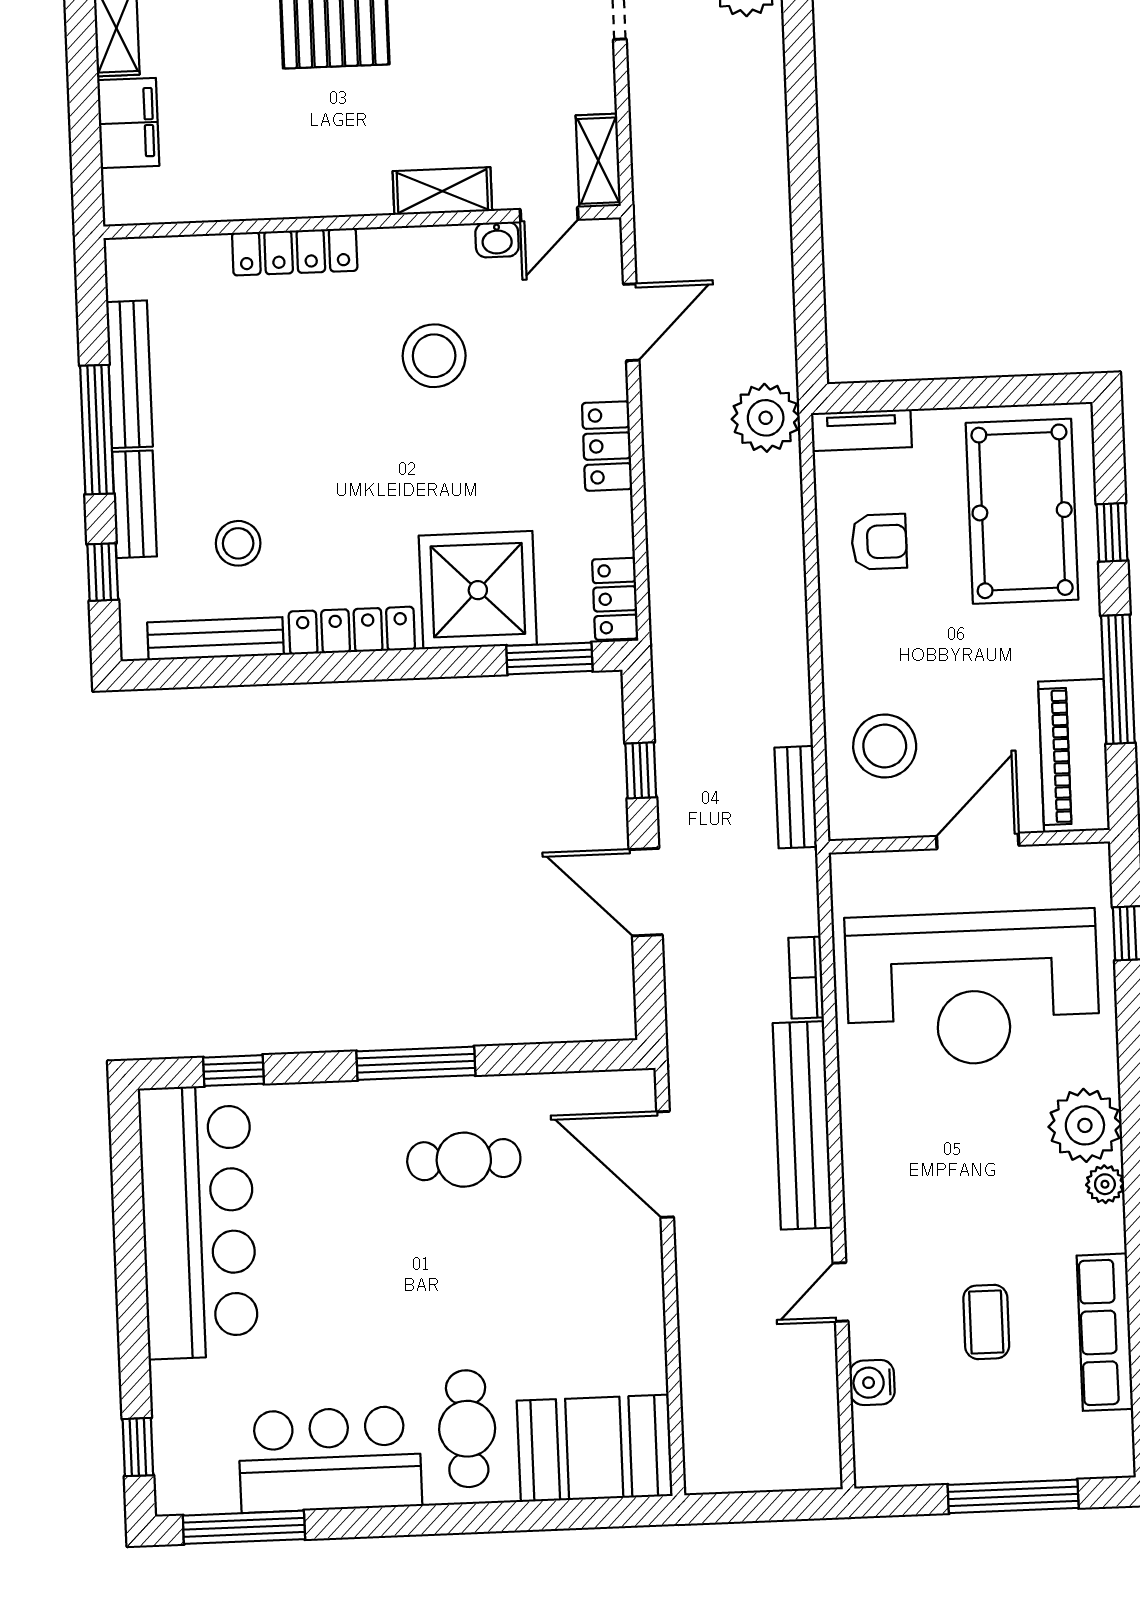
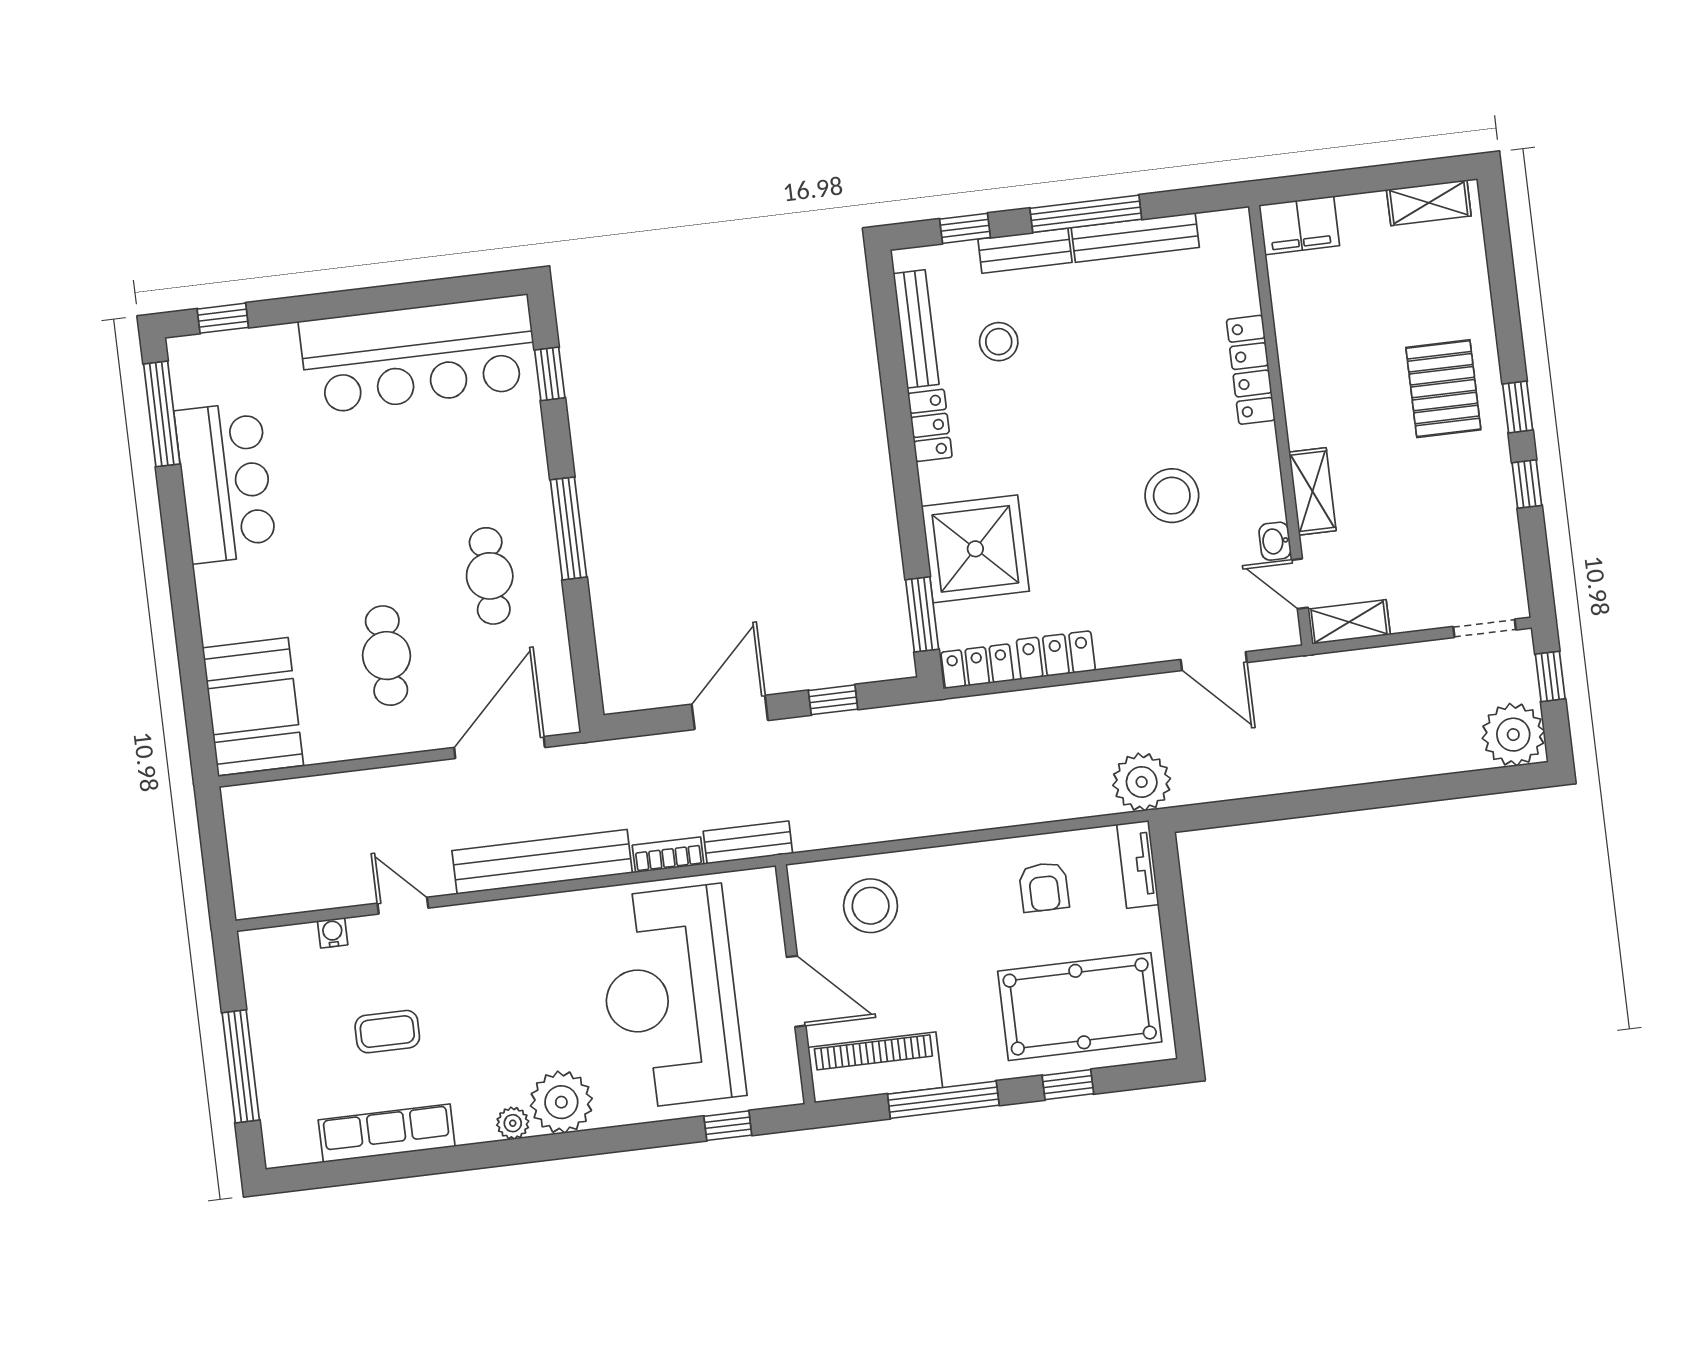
filing cabinet: (128, 123) -> (1299, 225), moved
locker: (607, 446) -> (1056, 655), moved
locker: (352, 631) -> (930, 425), width x0.66
bench: (796, 797) -> (748, 842), moved
water cooler: (872, 1383) -> (333, 933), width x0.72, depth x0.72
cafe table: (467, 1429) -> (387, 656), moved, turned 90

